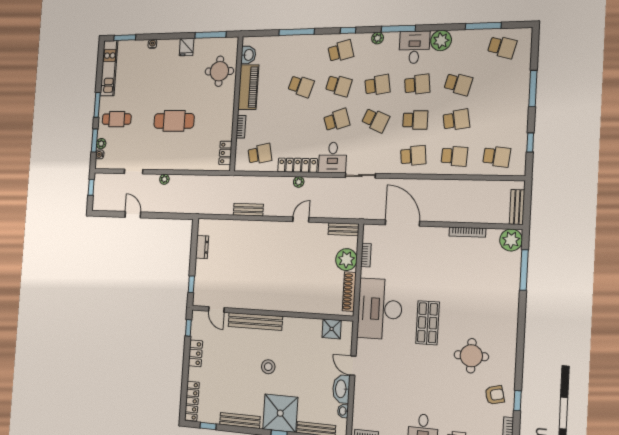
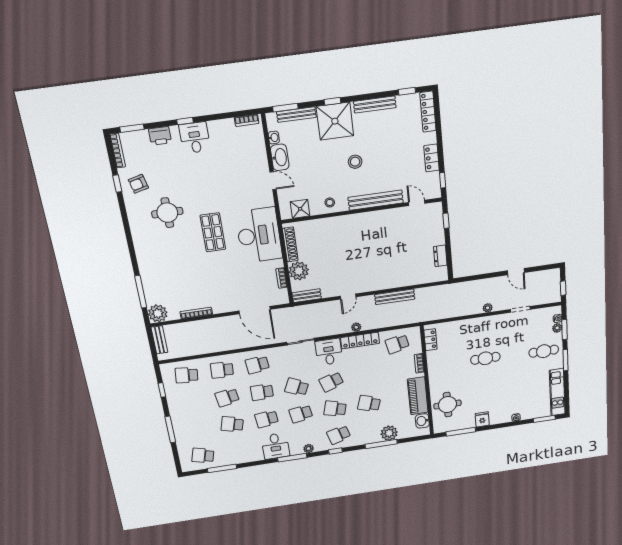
plant: (441, 40) -> (389, 433), moved
cafe table: (174, 121) -> (485, 358), width x0.73, depth x0.74
bench: (248, 210) -> (395, 297), width x1.36
stool: (301, 329) -> (330, 202), added

